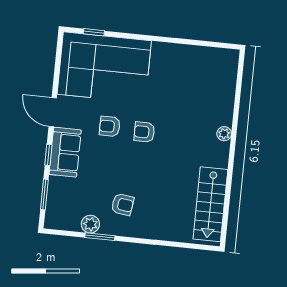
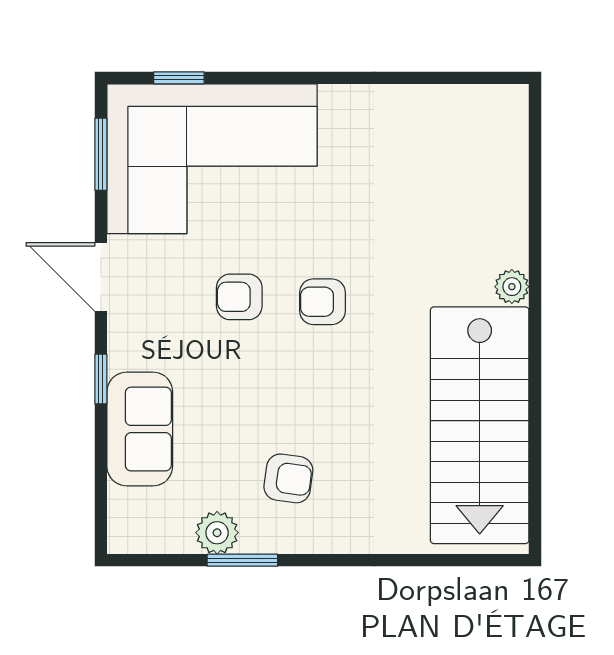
sofa: (65, 152) -> (140, 429), moved
window: (44, 195) -> (101, 154), moved
stairs: (210, 204) -> (480, 425), width x1.36, depth x1.51

